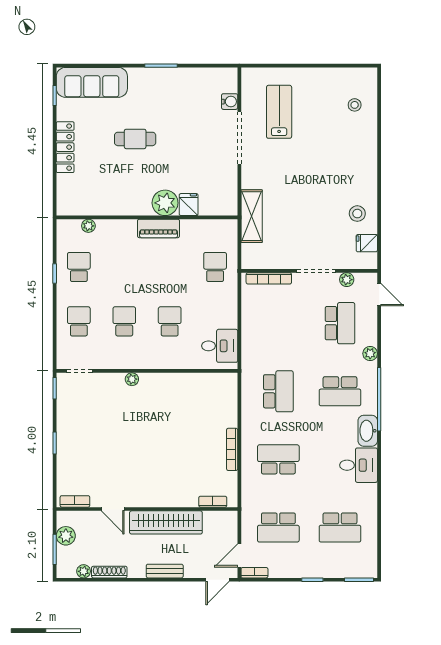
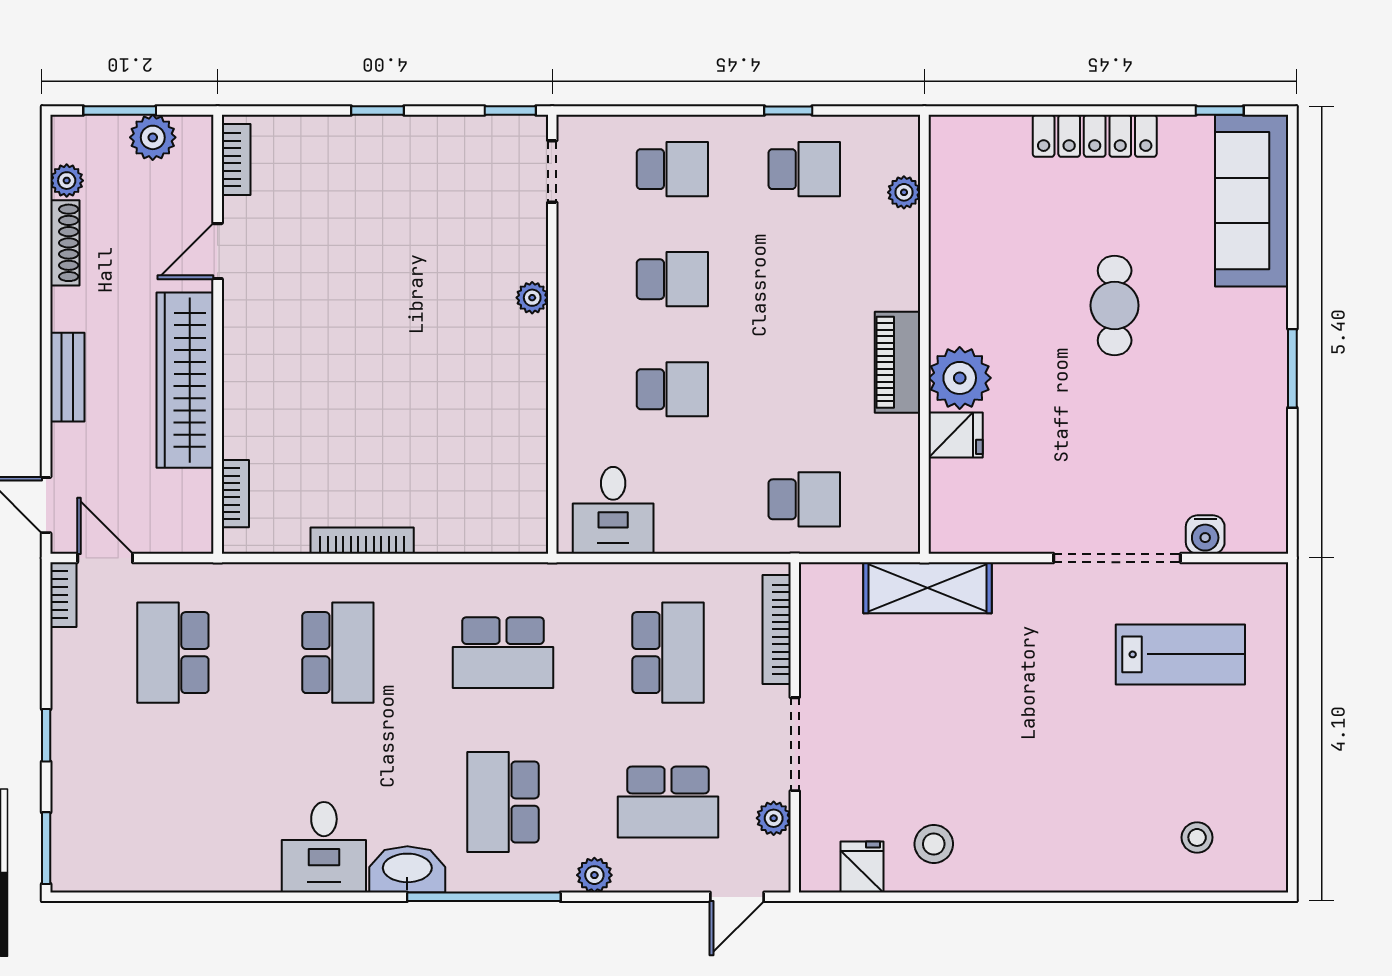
school desk: (340, 527) -> (668, 653), moved, turned 180

